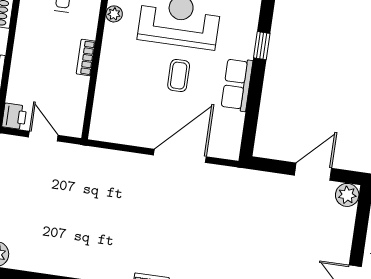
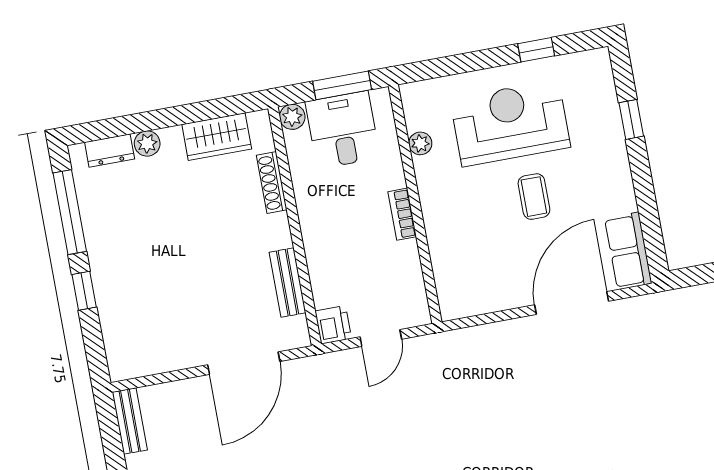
row of seats: (237, 84) -> (628, 251), moved
door: (43, 136) -> (381, 338), swing flipped

